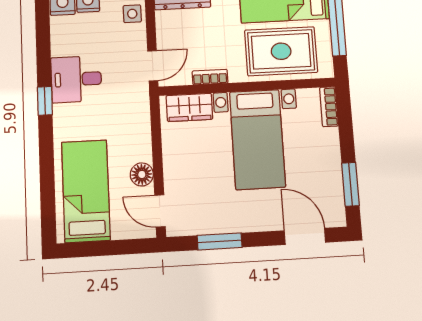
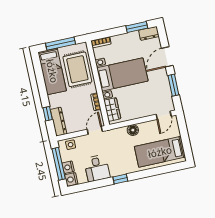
door: (153, 66) -> (95, 130), hinge flipped
desk: (76, 79) -> (97, 168), moved
floor lamp: (142, 174) -> (133, 130), moved
dresser: (334, 207) -> (149, 33), added
door: (305, 236) -> (167, 57), moved

